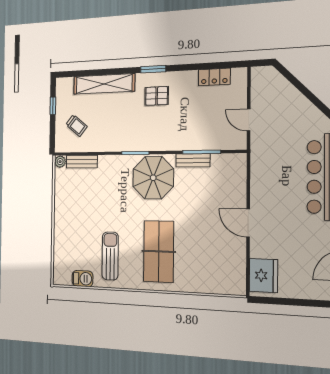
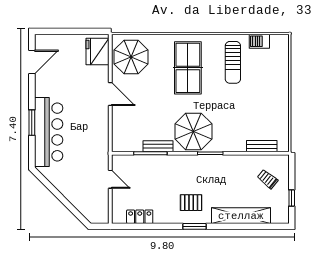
plant: (60, 162) -> (283, 146), removed
parasol: (223, 267) -> (131, 57), added

